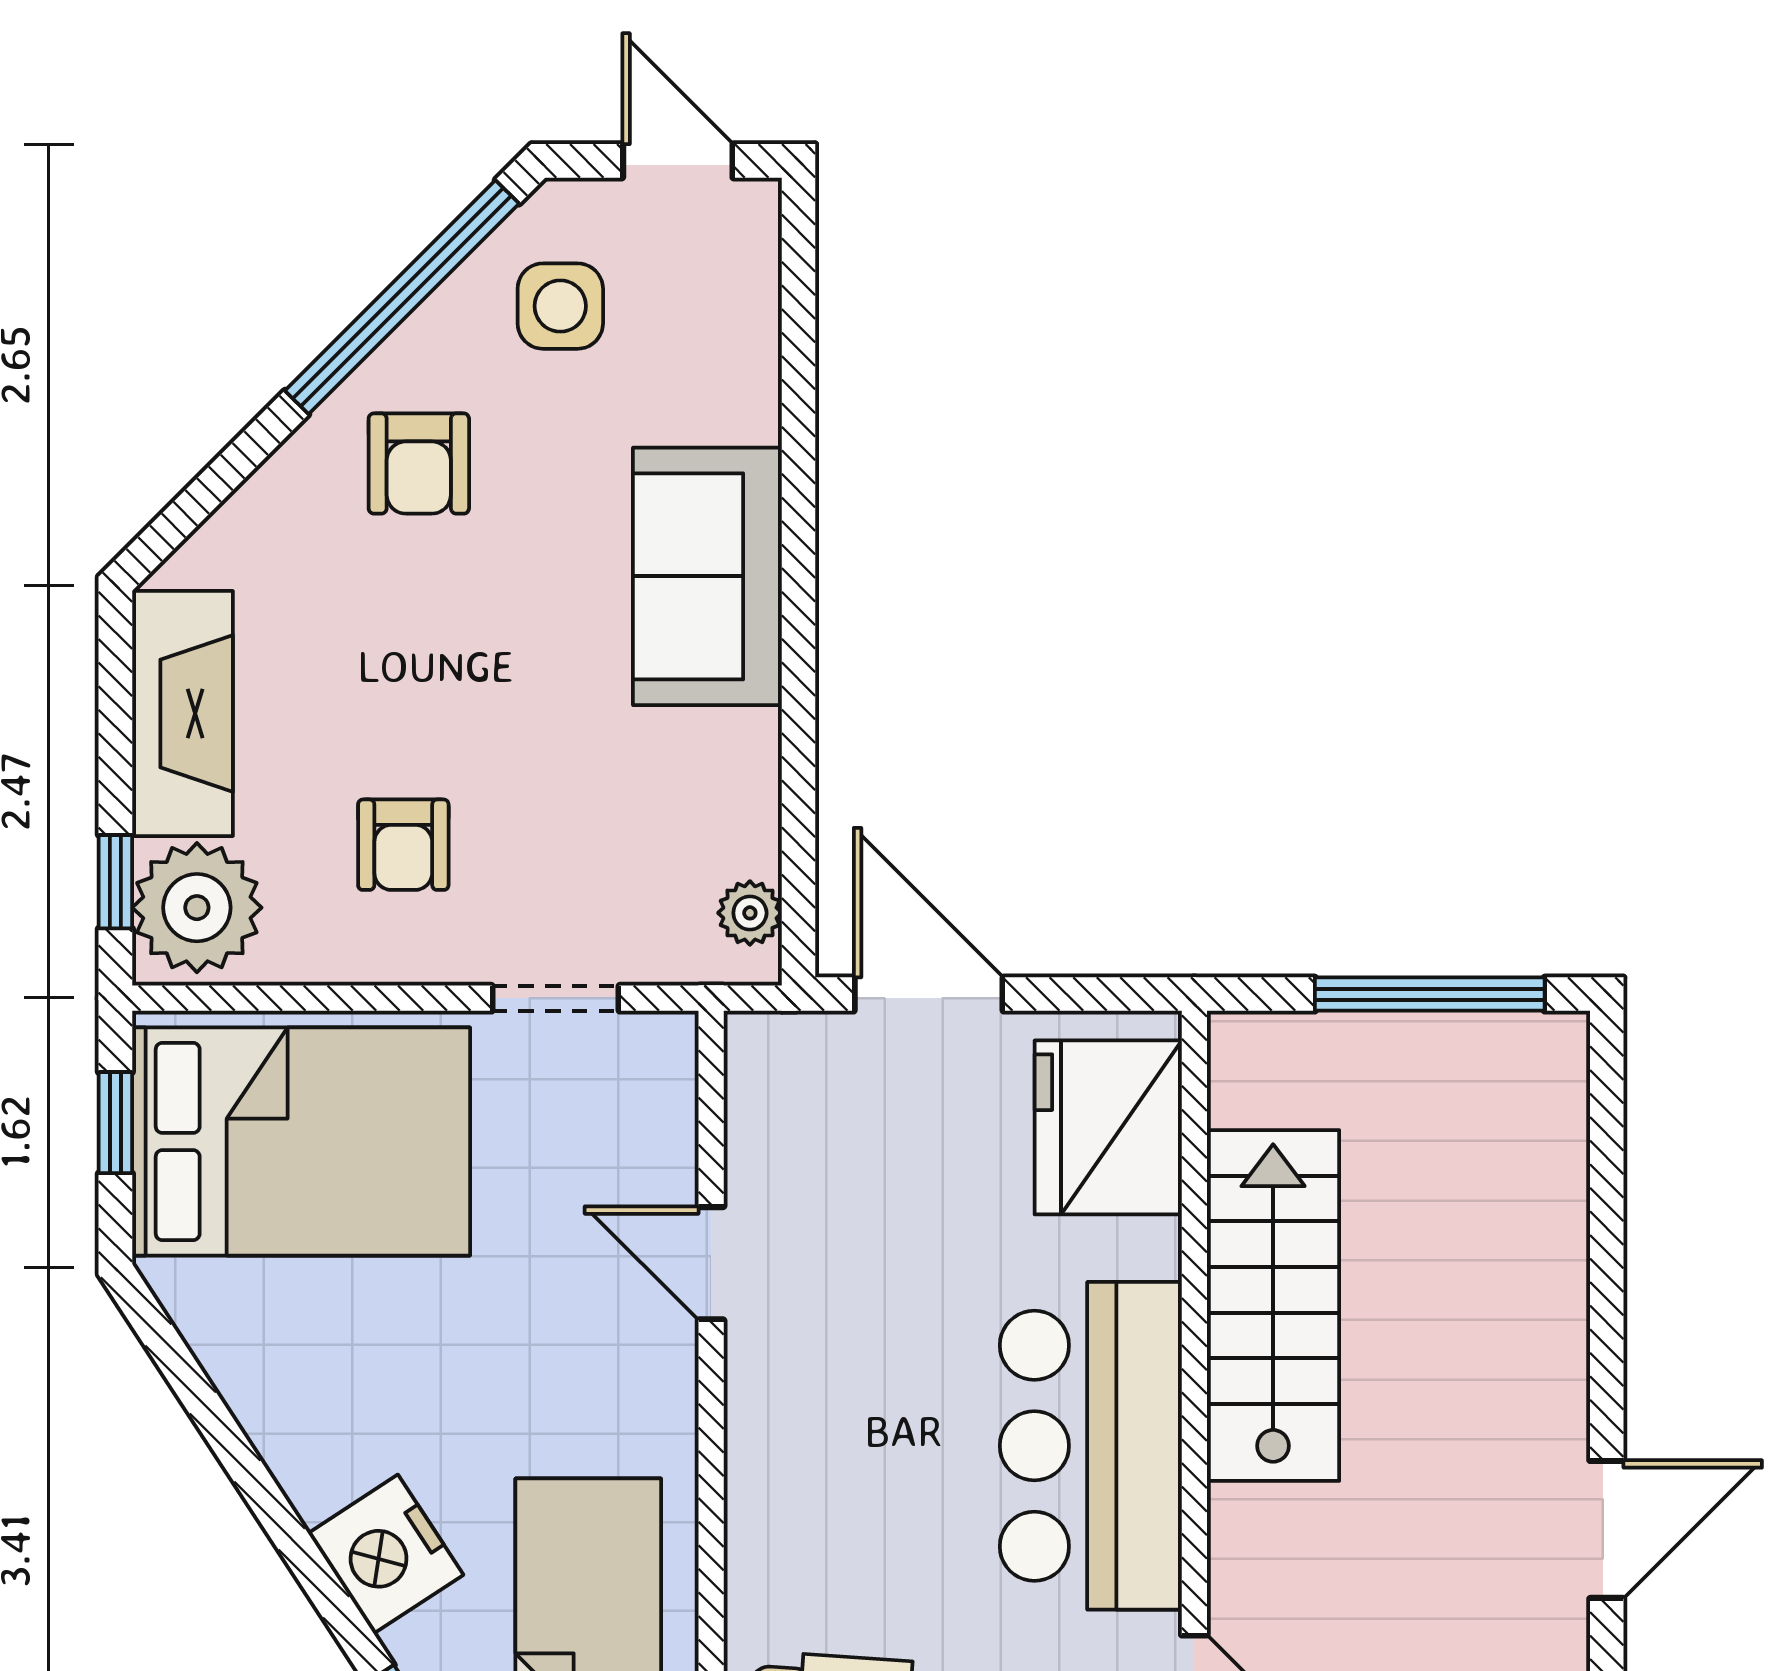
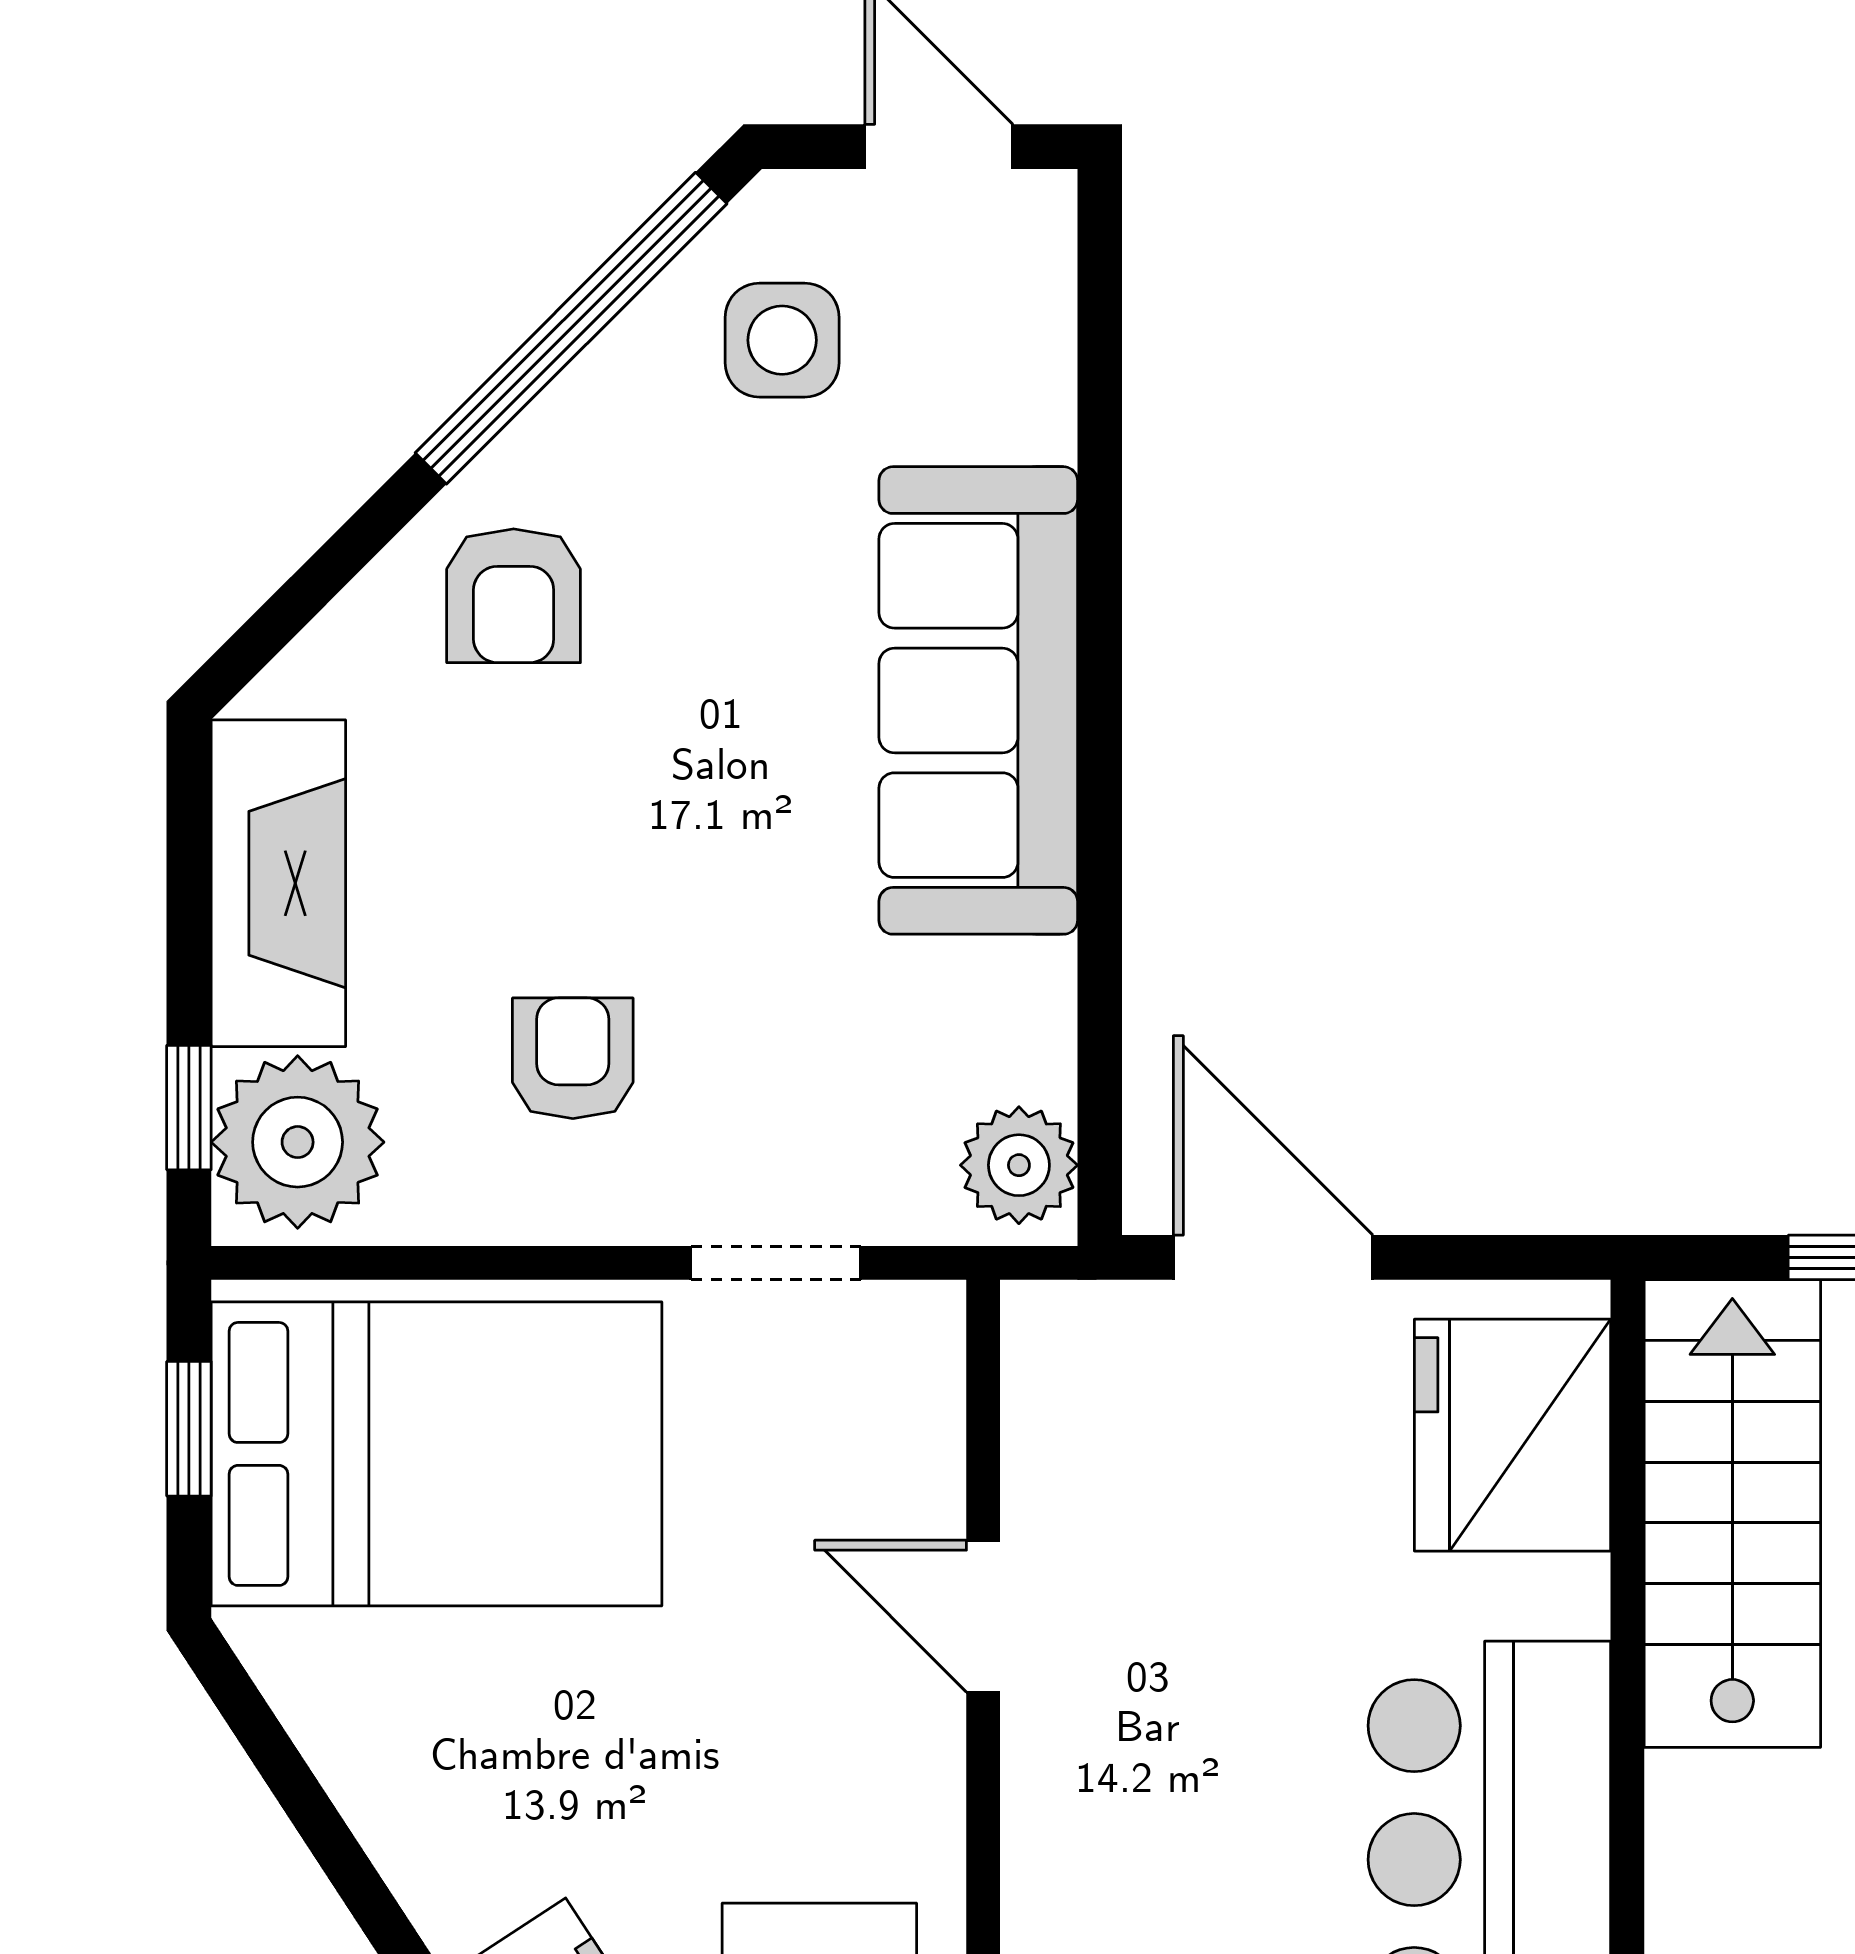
armchair: (419, 463) -> (514, 596), moved
sofa: (707, 576) -> (978, 700), width x1.36
armchair: (403, 845) -> (573, 1058), turned 180
plant: (750, 913) -> (1019, 1165), width x1.38, depth x1.38
stairs: (1273, 1305) -> (1732, 1514), moved

